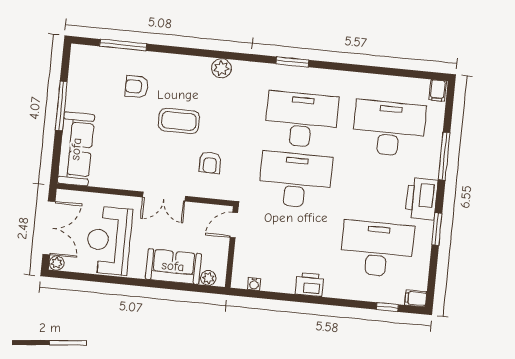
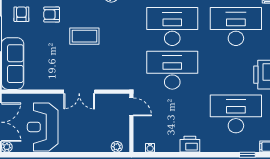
armchair: (210, 163) -> (21, 14), moved, turned 180
door: (234, 225) -> (131, 107), swing flipped
sofa: (173, 266) -> (91, 141), removed

